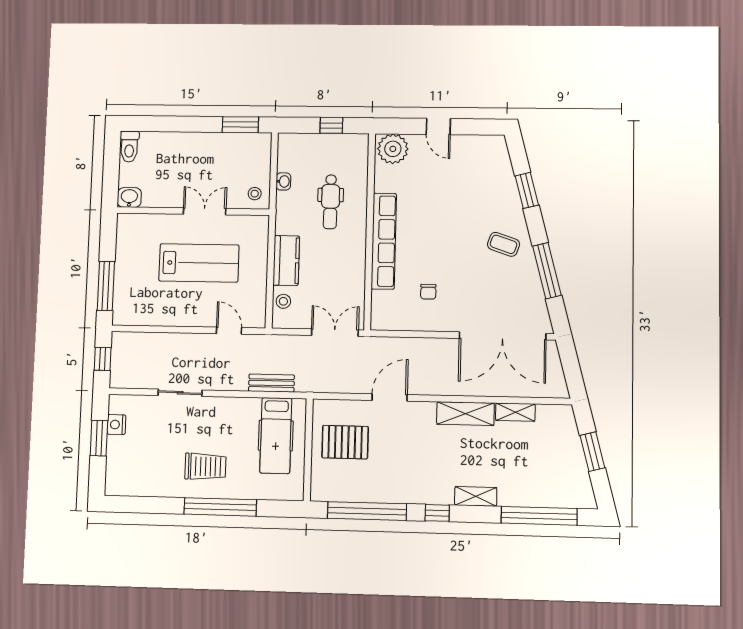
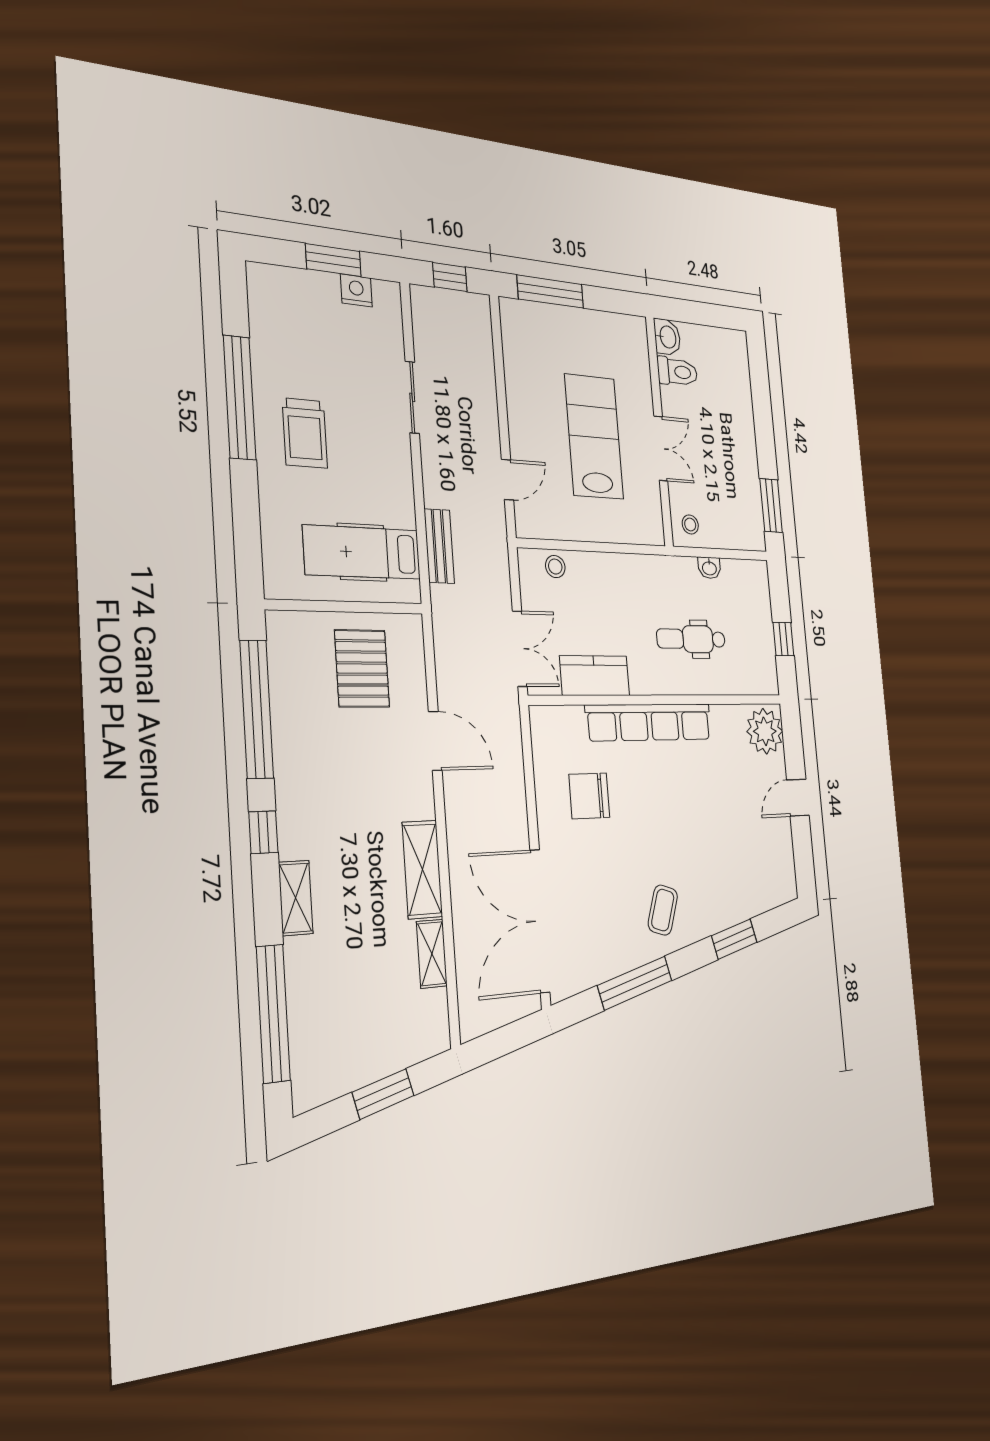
toilet: (129, 147) -> (677, 372), moved, turned 180
kitchen counter: (286, 261) -> (595, 676), moved, turned 180
lab bench: (199, 263) -> (594, 437), turned 180
chair: (428, 292) -> (589, 796), width x1.87, depth x1.87
window: (220, 507) -> (240, 397), moved

